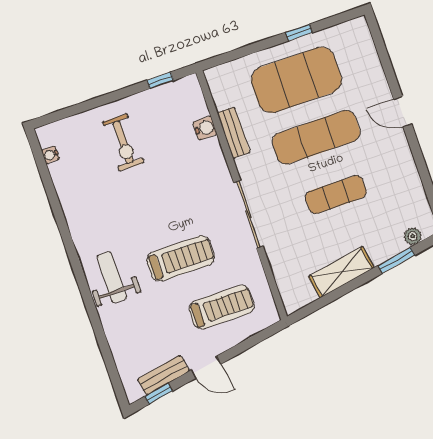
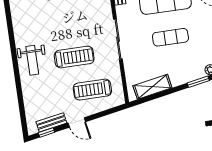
shelving: (341, 272) -> (152, 87), moved
weight bench: (112, 277) -> (32, 60), turned 180
treadmill: (222, 307) -> (92, 90), turned 180

